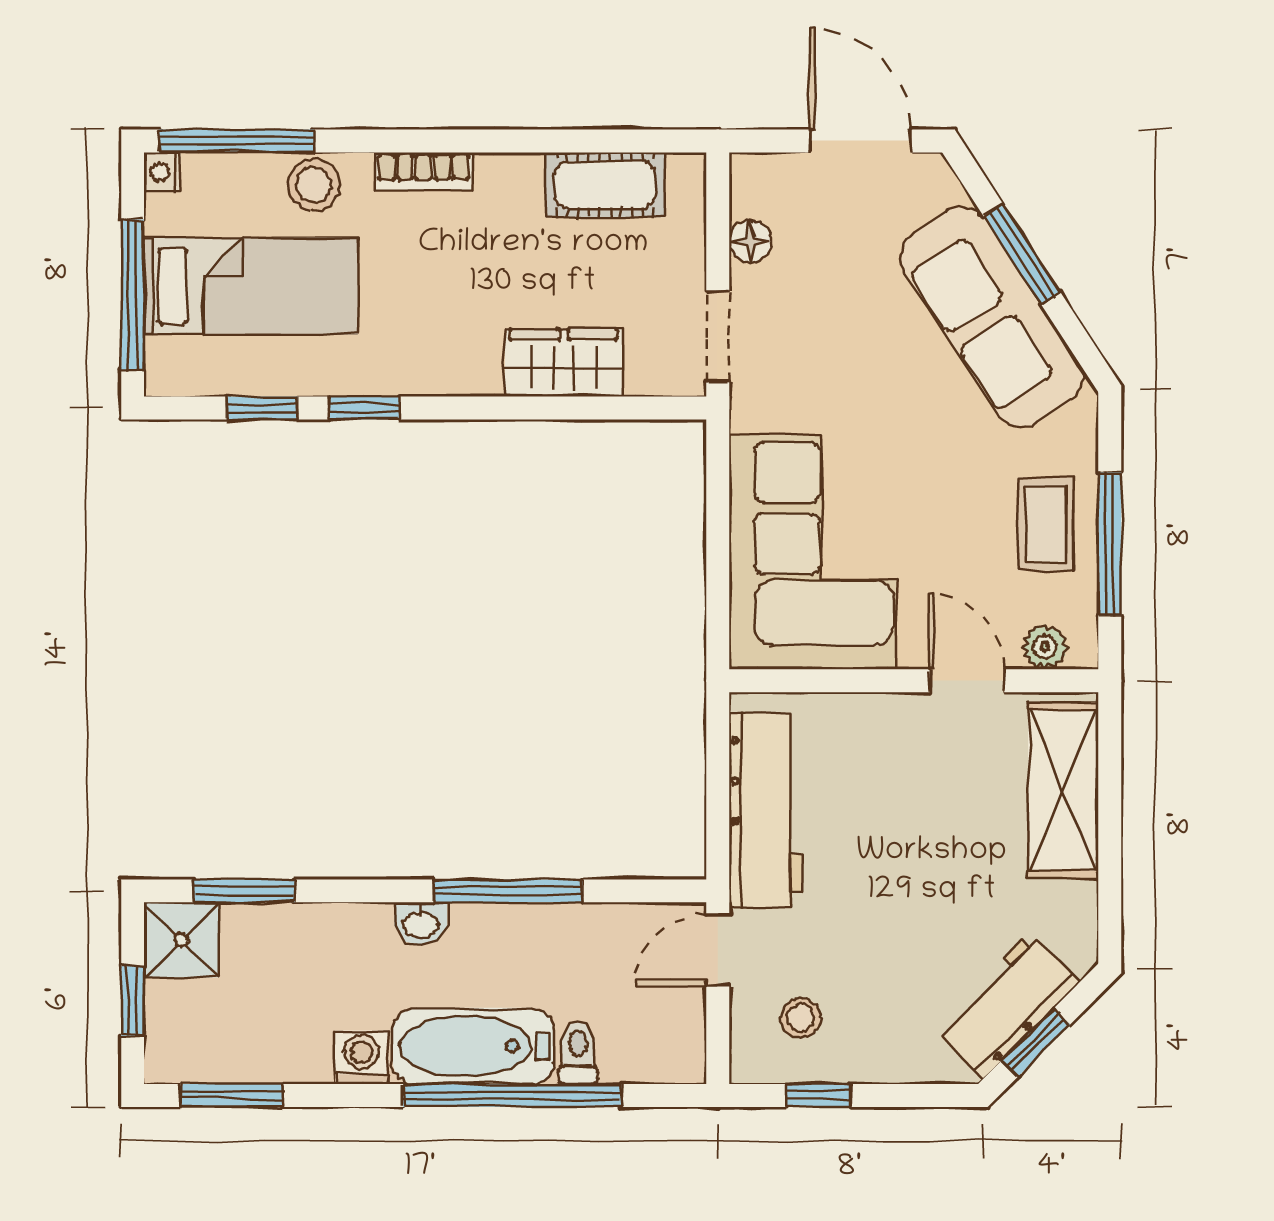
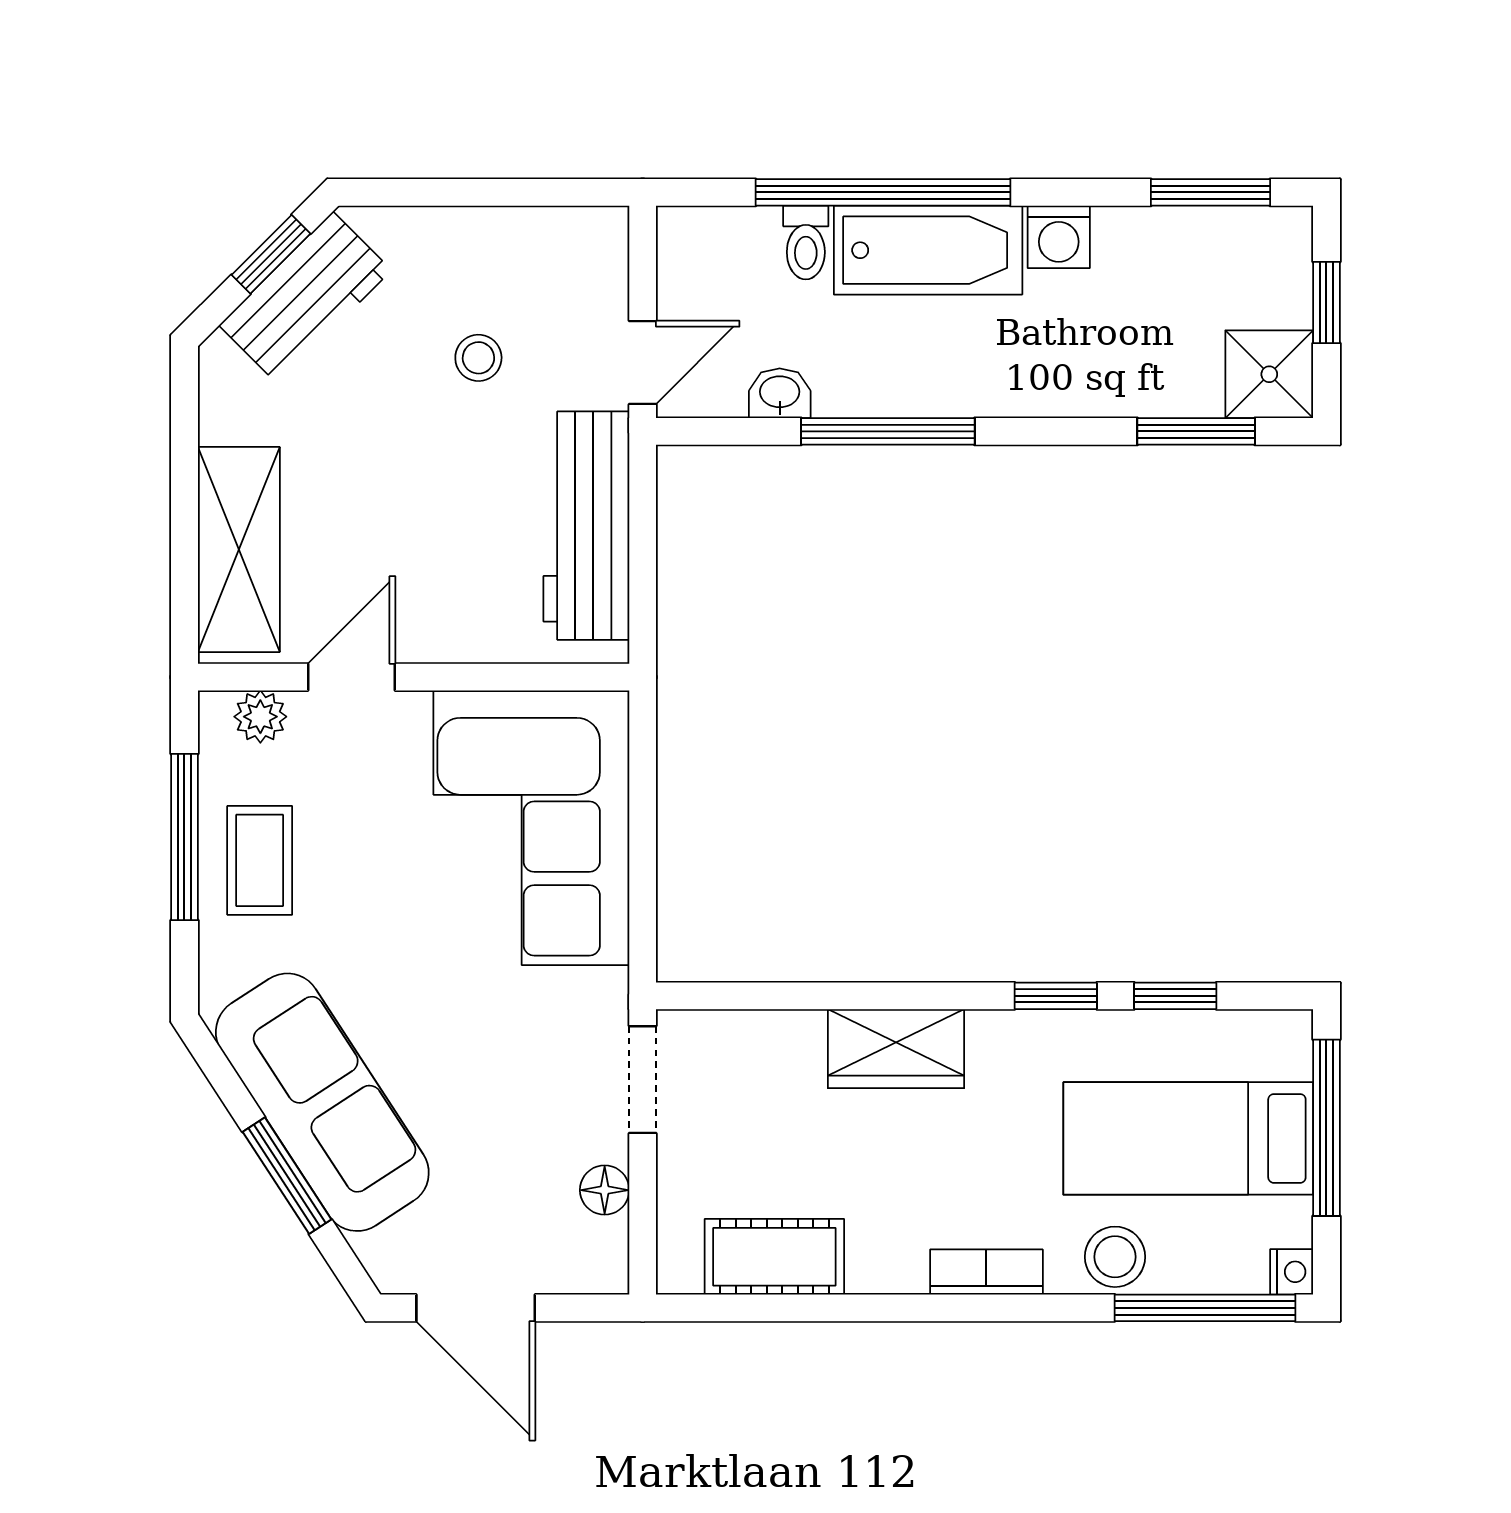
wardrobe: (564, 363) -> (896, 1049), moved
door: (967, 681) -> (352, 677), swing flipped
washbasin: (421, 924) -> (780, 393), moved
stool: (800, 1018) -> (478, 358), moved
window: (819, 1095) -> (525, 192), removed

